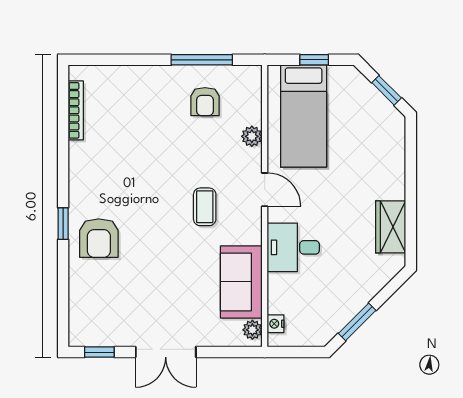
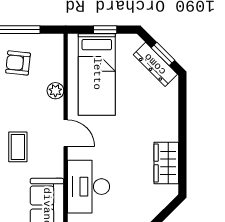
armchair: (205, 102) -> (18, 63), turned 96
dresser: (377, 103) -> (155, 64), added
desk: (293, 247) -> (89, 187), width x1.37

